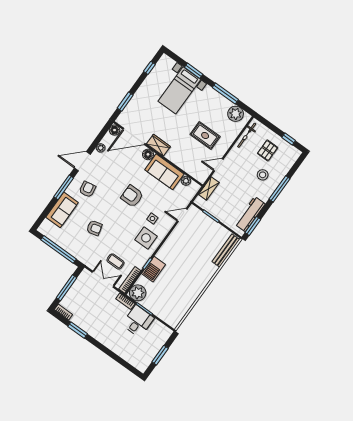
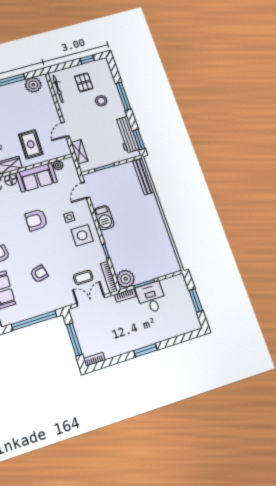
rug: (205, 135) -> (31, 144), moved, turned 90
barbecue: (154, 269) -> (104, 218), moved
window: (78, 330) -> (145, 350), moved

